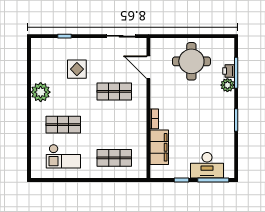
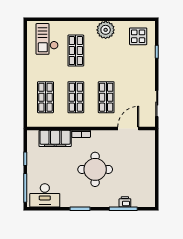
round table: (191, 61) -> (95, 169), moved
display table: (77, 69) -> (138, 36), moved
plant: (227, 85) -> (112, 201), removed
shop shelf: (114, 125) -> (76, 97), added
checkout: (63, 156) -> (47, 39), moved
desk: (207, 165) -> (45, 195), moved, turned -90

